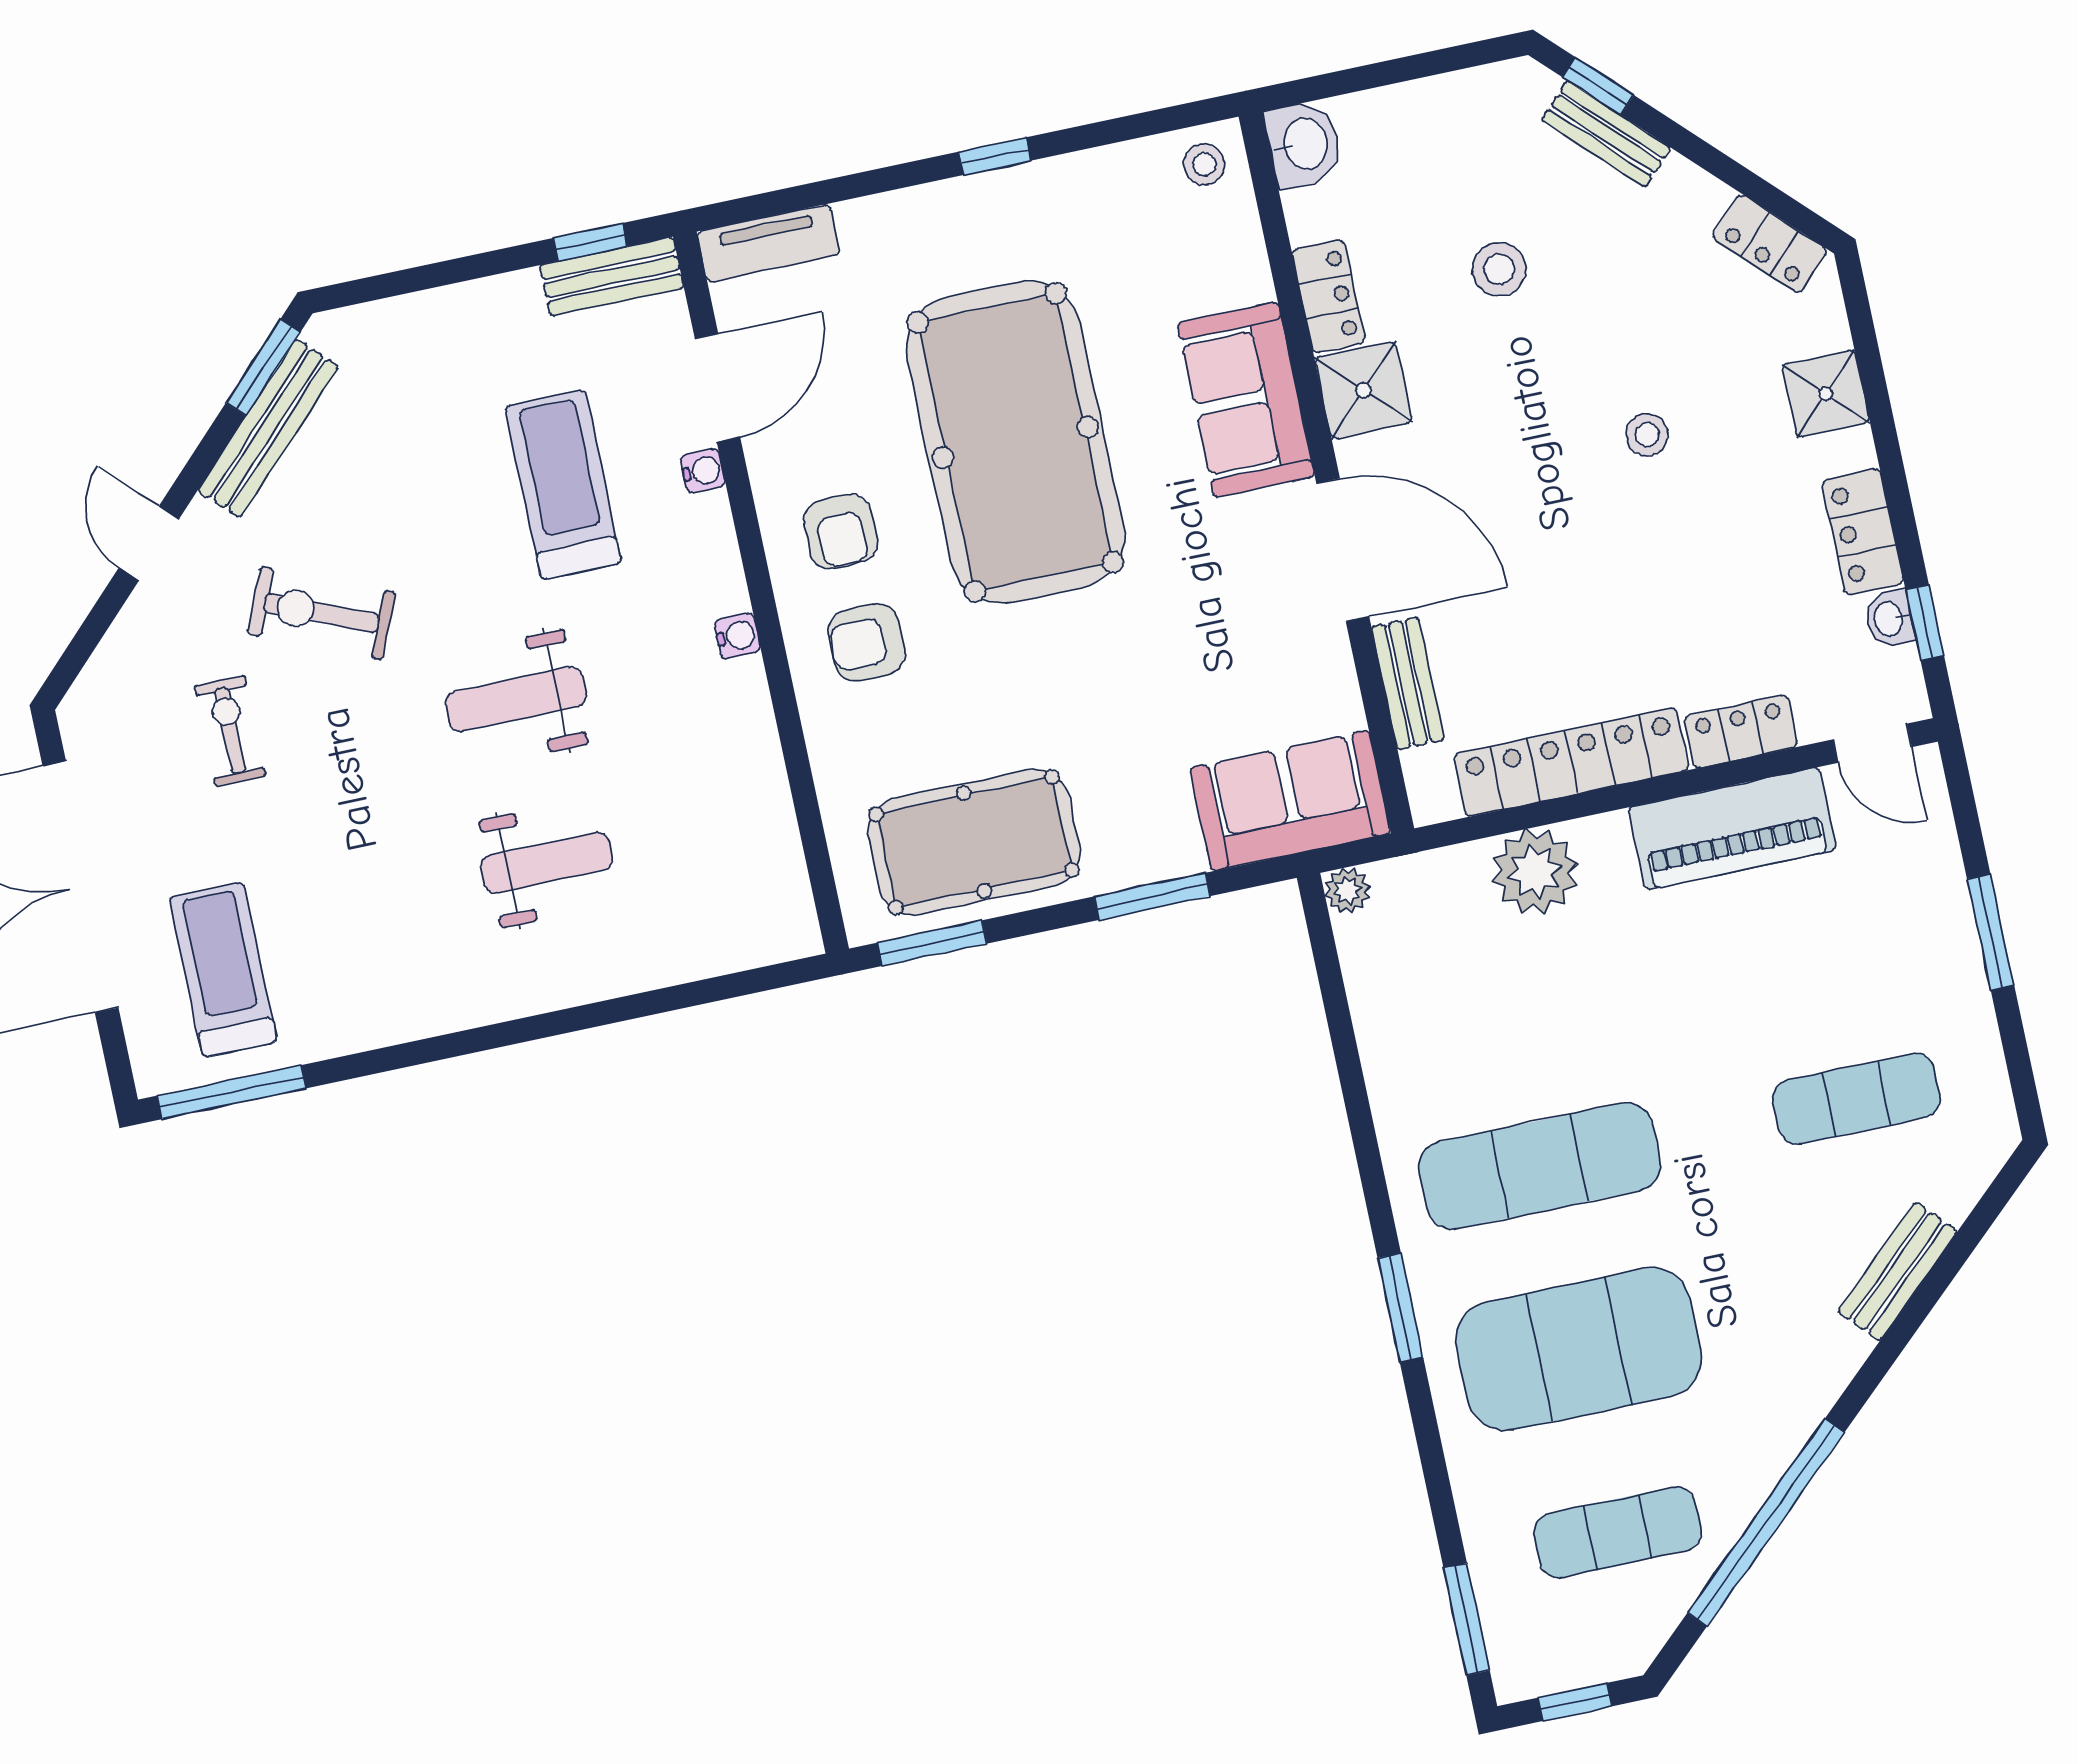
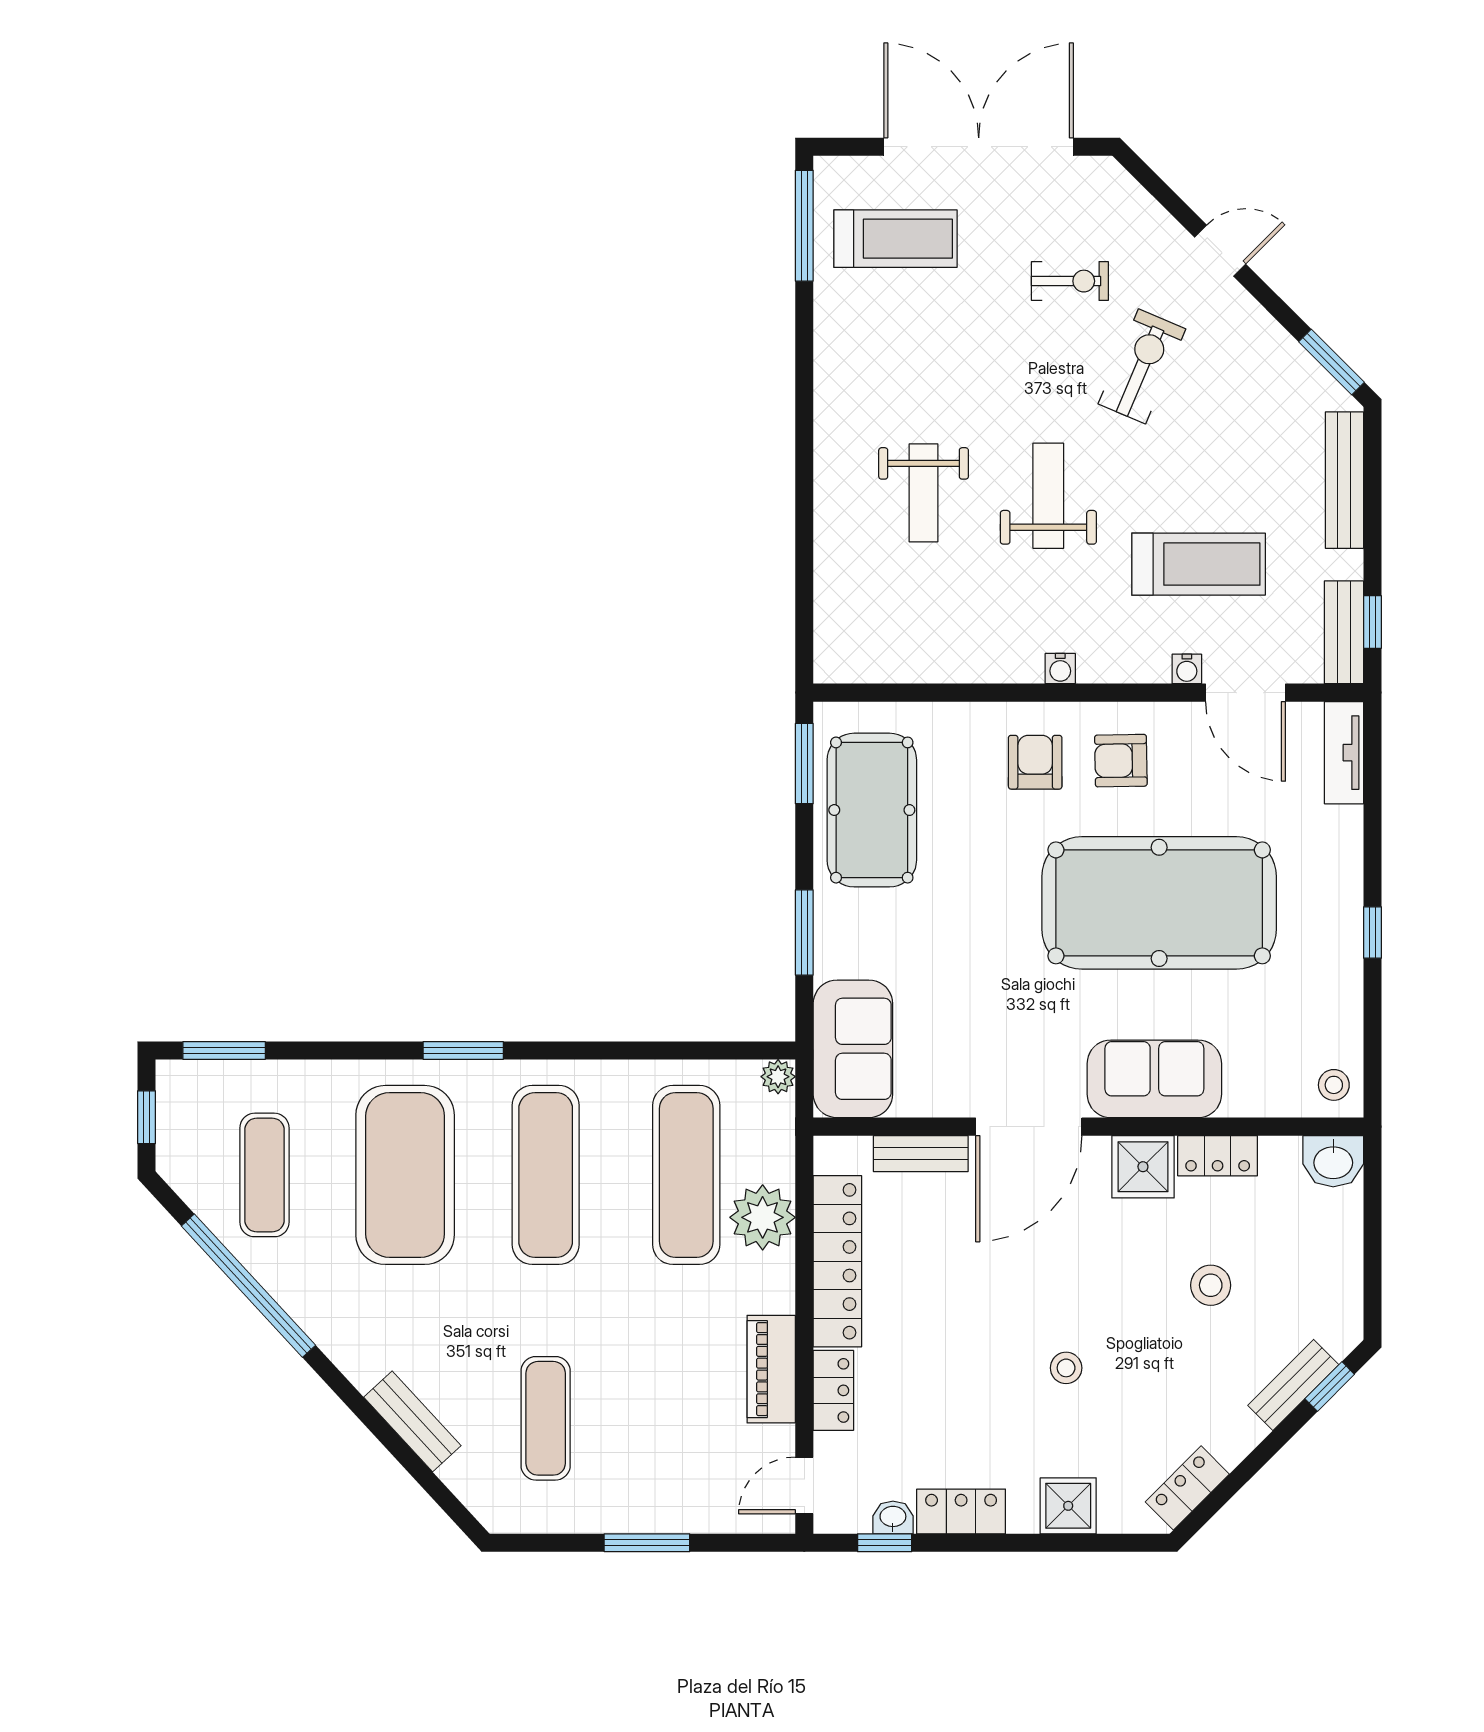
bench: (268, 428) -> (1344, 480), moved, turned 45
piano: (1732, 829) -> (771, 1369), width x0.73, depth x0.75
exercise mat: (1501, 983) -> (686, 1175), added

